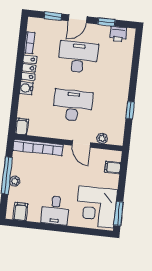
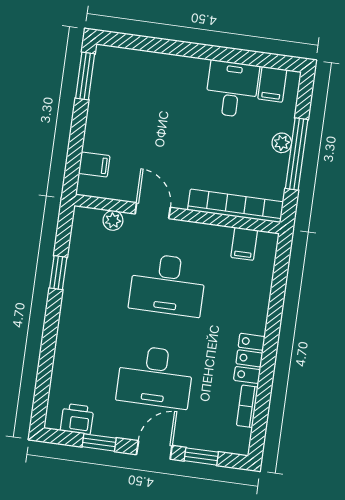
water cooler: (26, 88) -> (255, 320), removed
filing cabinet: (22, 127) -> (244, 244), moved
corner desk: (96, 207) -> (127, 90), removed
desk: (55, 210) -> (232, 89), moved

